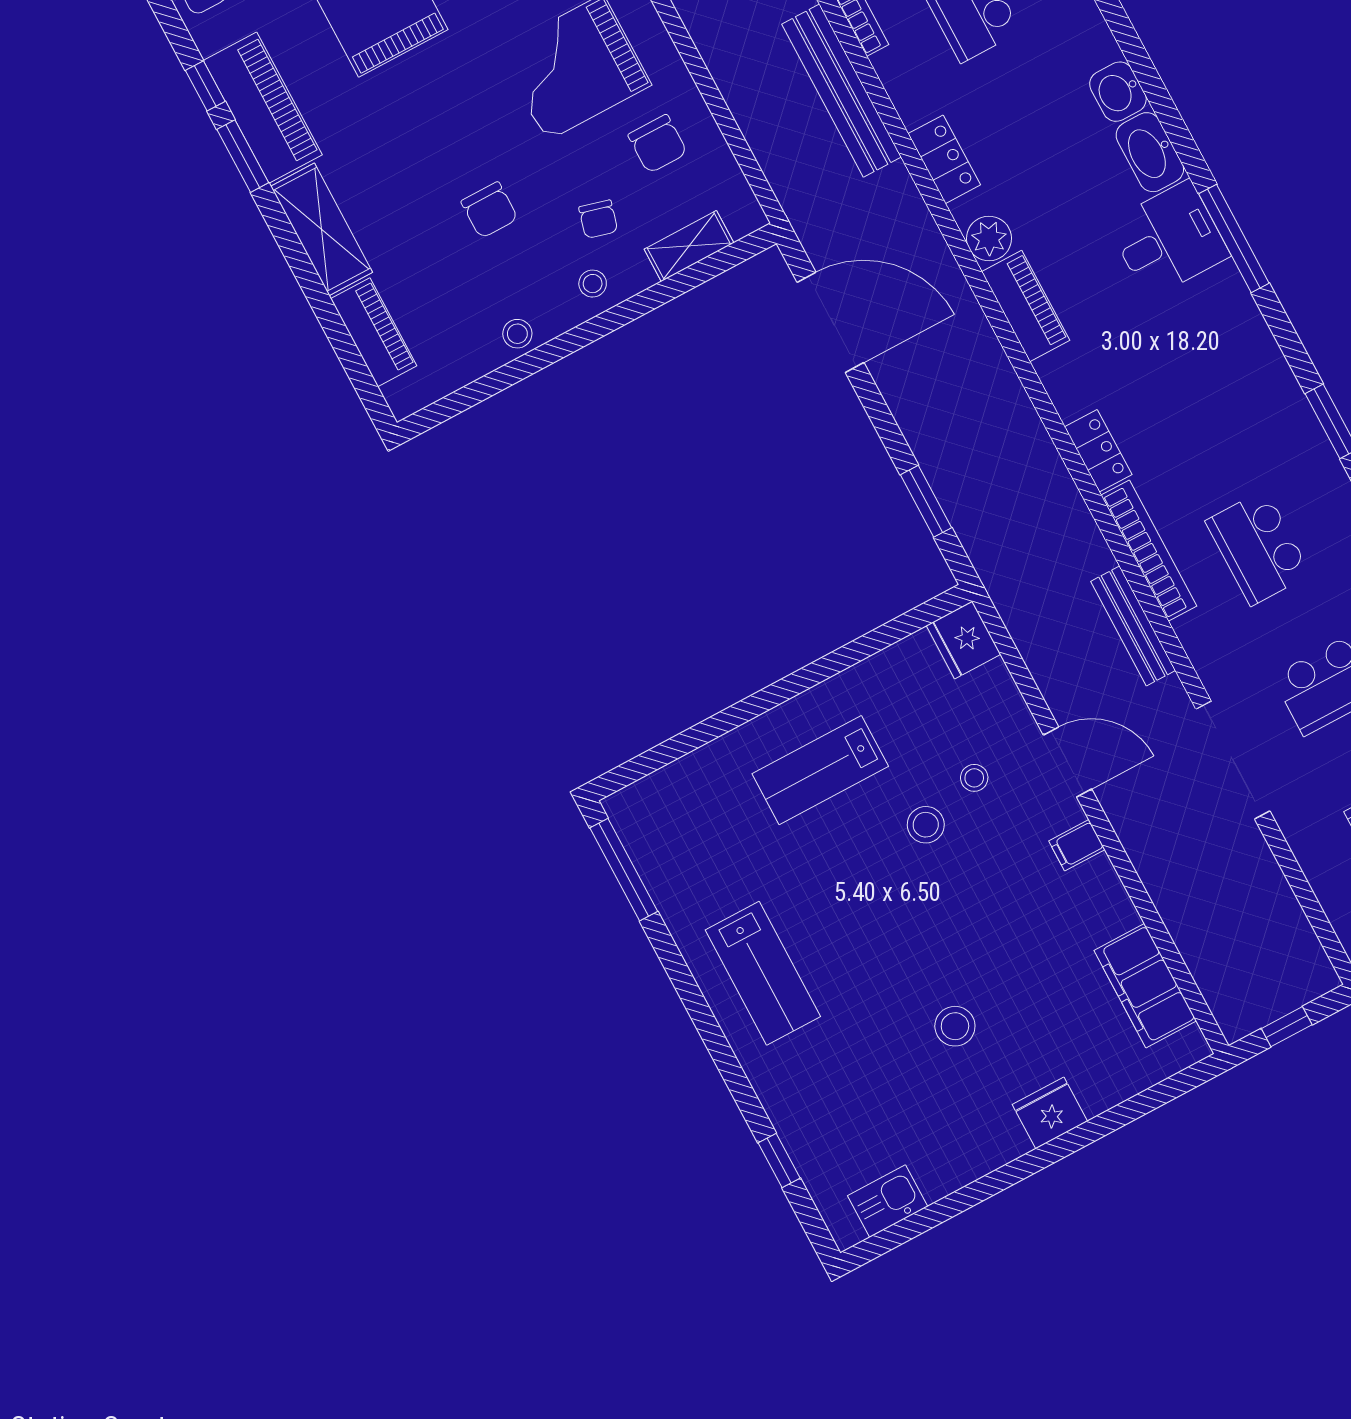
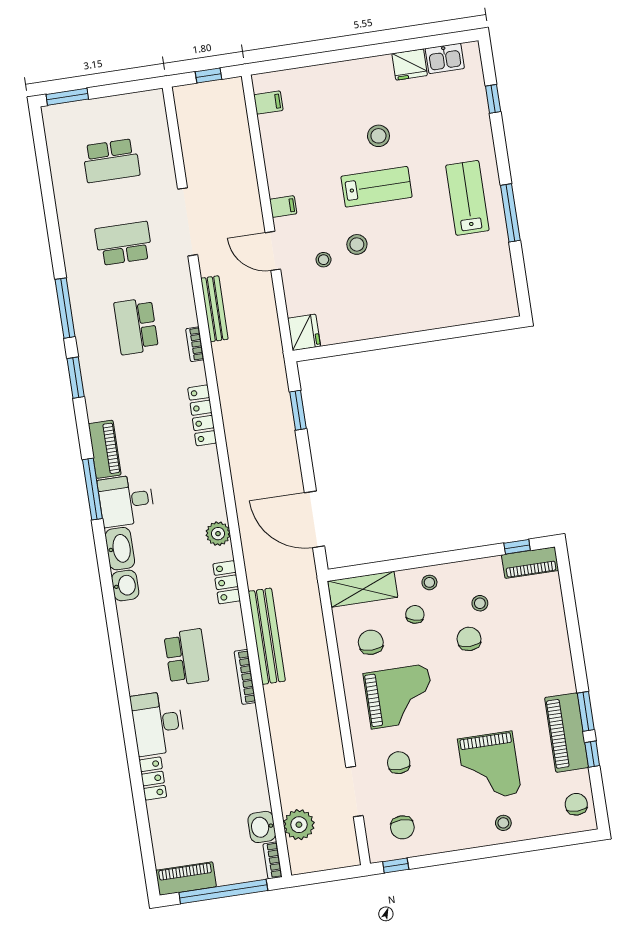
shelving: (322, 229) -> (559, 659), removed
shelving: (689, 246) -> (363, 589), width x1.50, depth x1.33
piano: (1026, 306) -> (105, 449), moved, turned 180
piano: (374, 332) -> (530, 563), moved, turned -90
stool: (517, 334) -> (480, 603), moved
window: (463, 399) -> (517, 547), added
locker: (1098, 451) -> (202, 415), width x1.53
school desk: (1258, 548) -> (136, 326), turned 180
bookcase: (1149, 551) -> (195, 344), width x0.43, depth x0.76
lab bench: (820, 770) -> (377, 187), moved
window: (624, 870) -> (510, 213), moved
filing cabinet: (1145, 986) -> (268, 103), width x0.33, depth x0.86
fridge: (1050, 1113) -> (410, 64), moved

